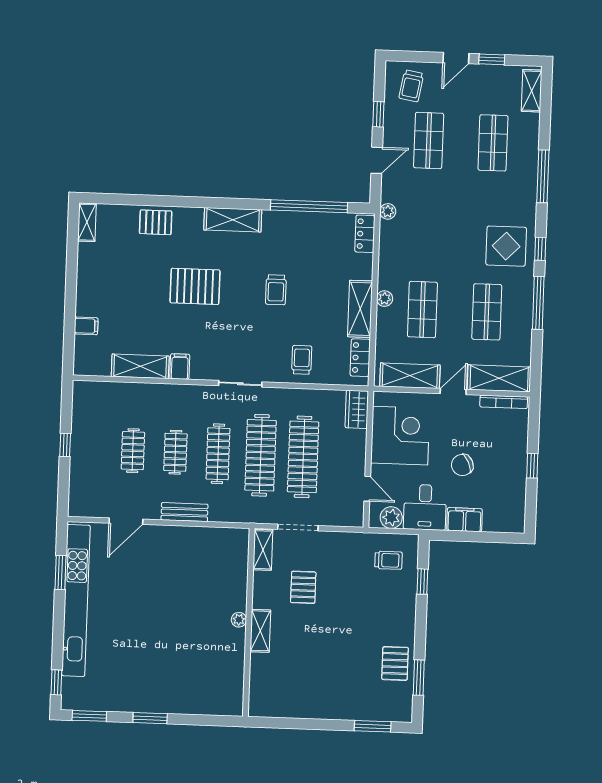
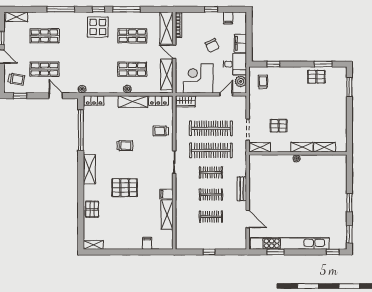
window: (378, 114) -> (20, 96), moved
pallet: (195, 286) -> (125, 188), turned 90
clothes rail: (218, 454) -> (211, 172), width x0.73
filing cabinet: (514, 498) -> (228, 18), added
shelving: (259, 674) -> (325, 147), added

